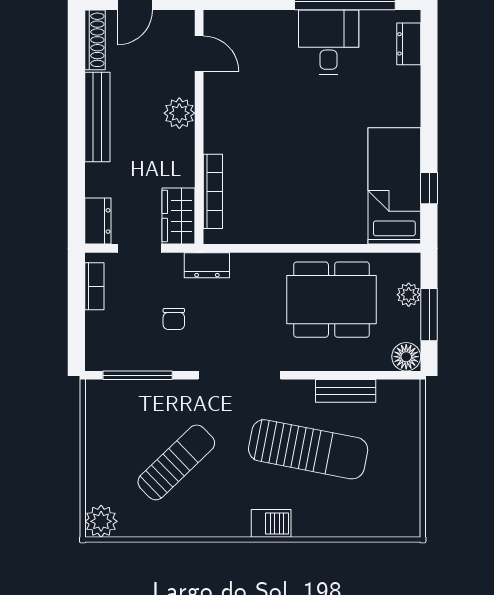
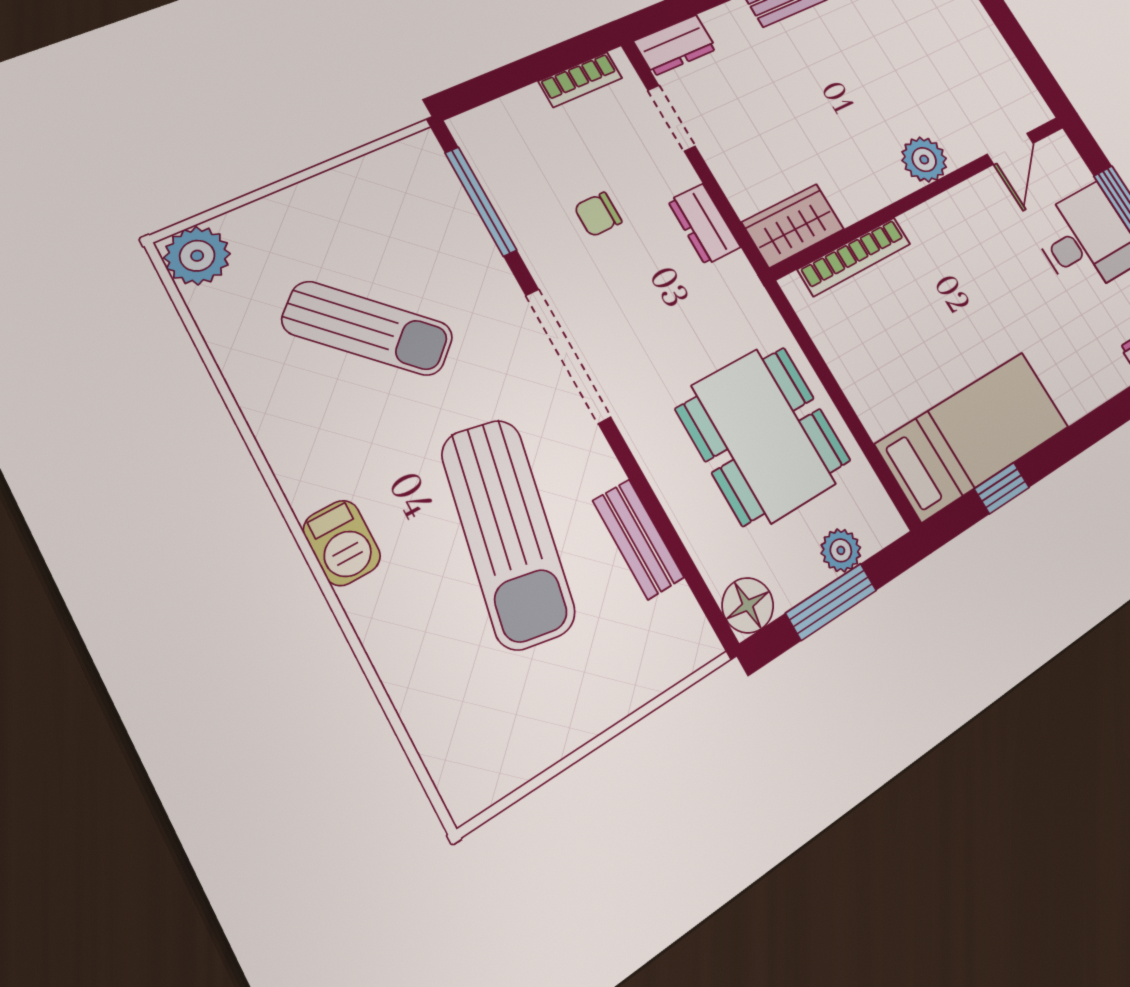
door: (199, 54) -> (1010, 149), moved
plant: (179, 113) -> (924, 160), moved
wall: (199, 127) -> (924, 194), moved
bookcase: (213, 191) -> (855, 257), moved
wardrobe: (179, 216) -> (793, 226), moved

